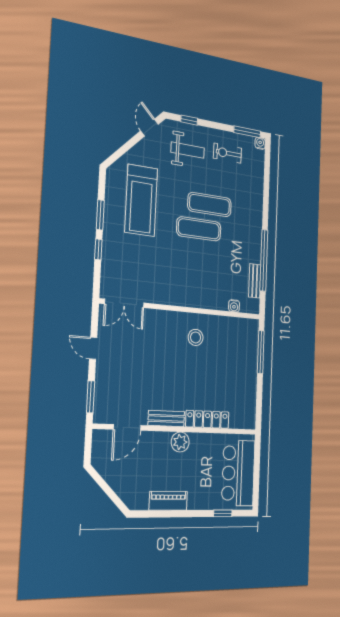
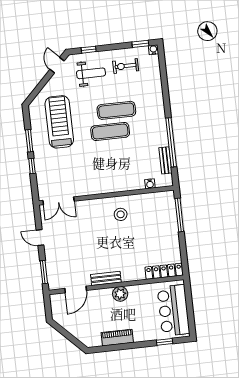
window: (247, 132) -> (140, 44), width x0.67
treadmill: (141, 200) -> (59, 122), turned 180
locker: (207, 419) -> (164, 271), moved

